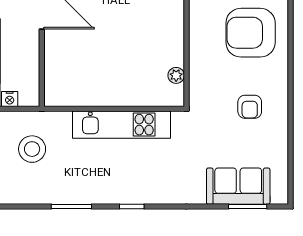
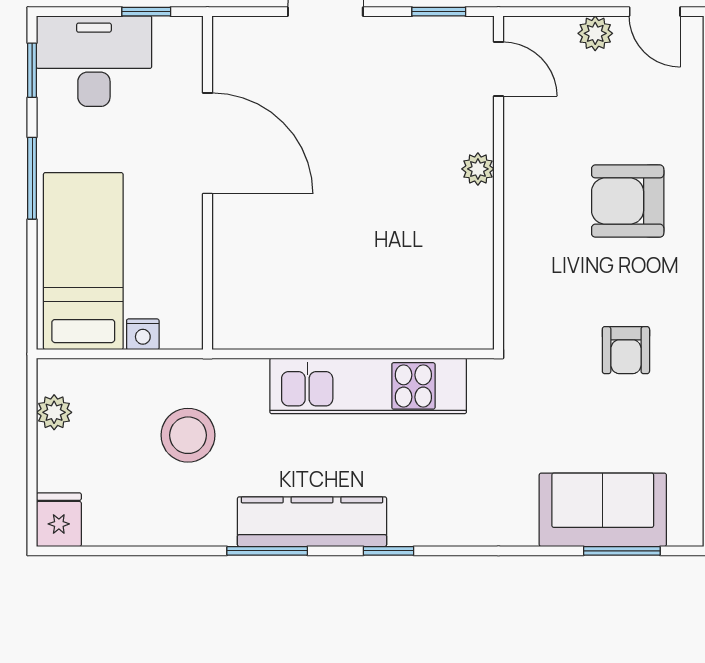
armchair: (251, 33) -> (628, 201), width x0.73, depth x0.73
plant: (176, 75) -> (478, 169), moved
kitchen counter: (94, 192) -> (312, 522), added

